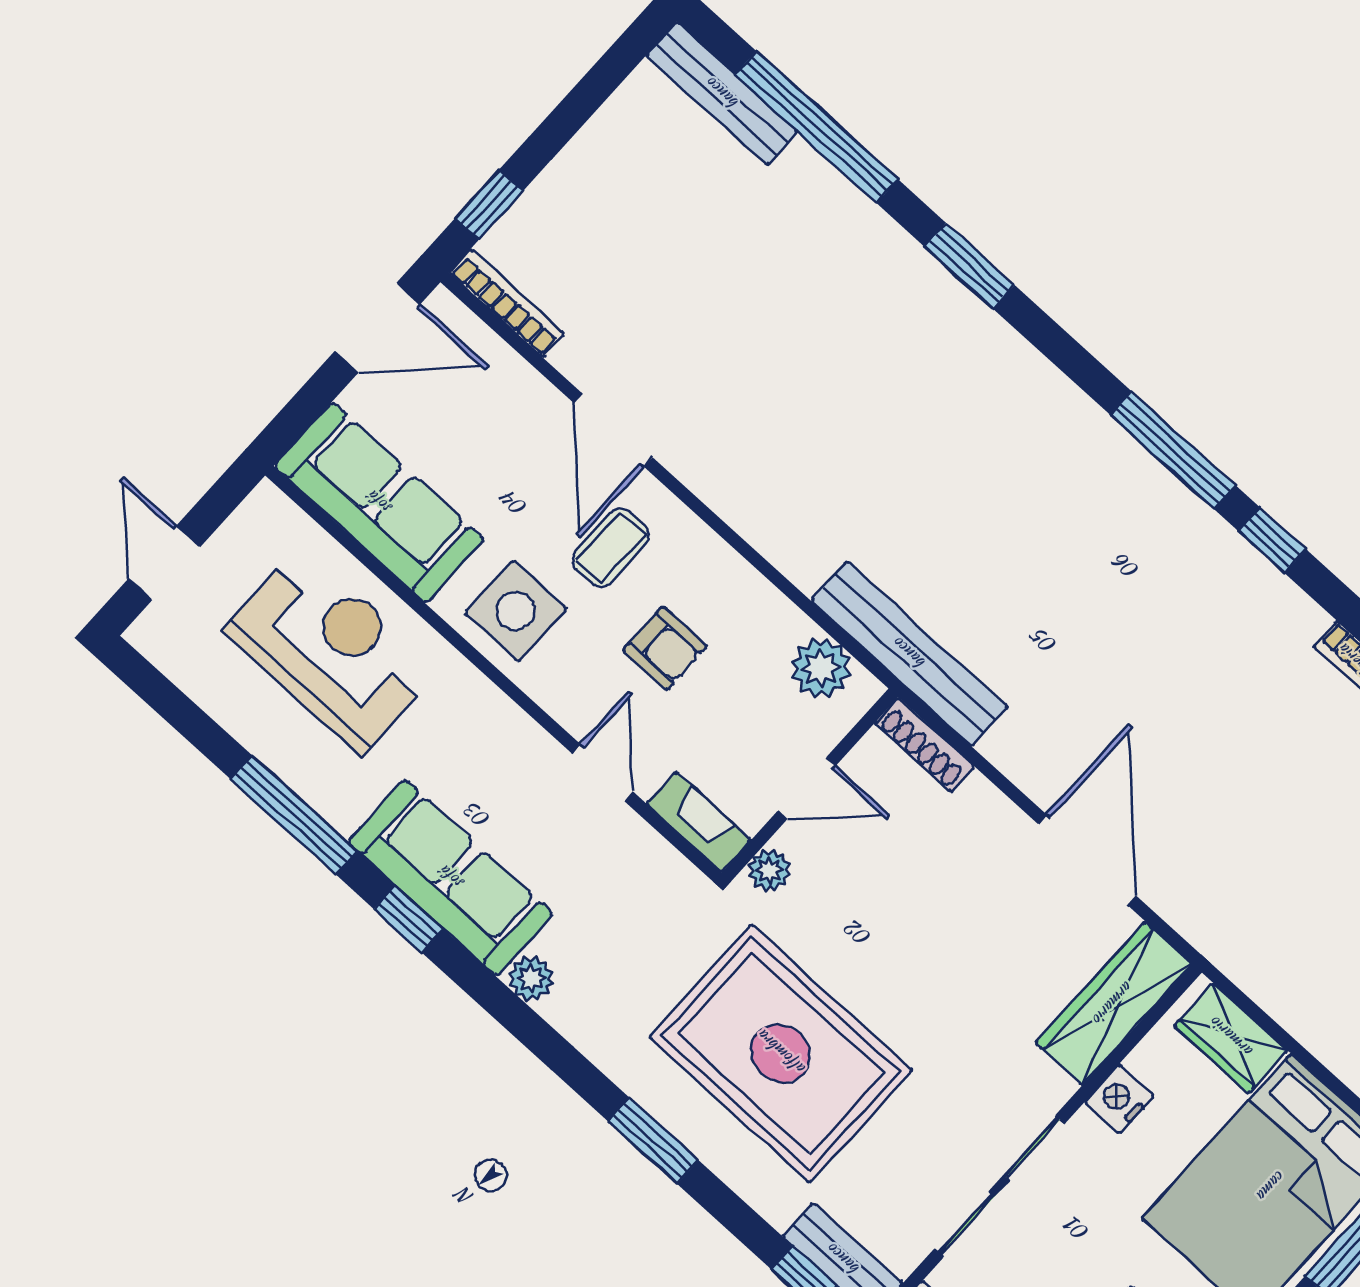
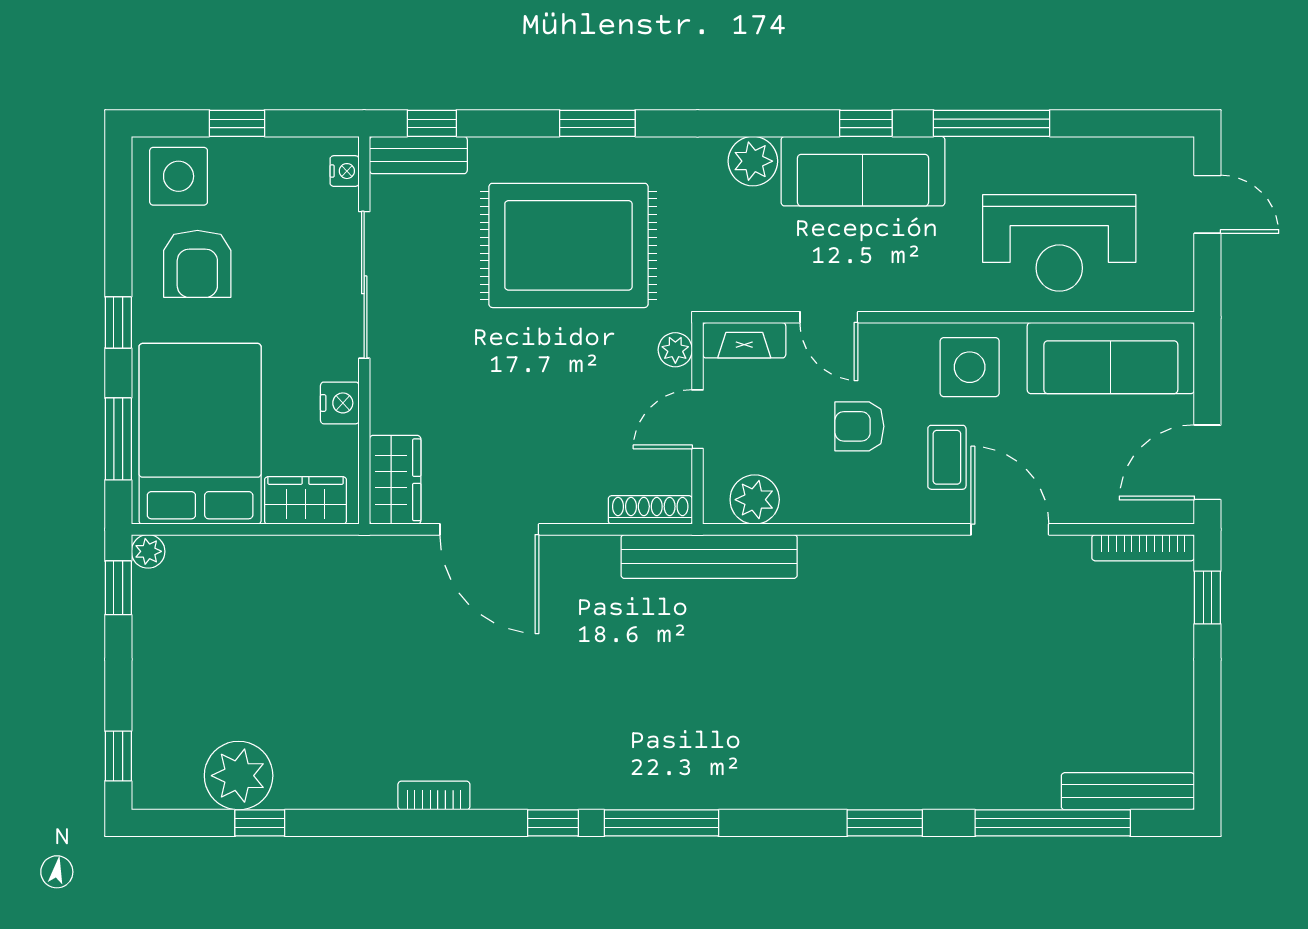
plant: (531, 979) -> (753, 161), width x1.38, depth x1.38
wardrobe: (1114, 1003) -> (395, 480), width x0.67

